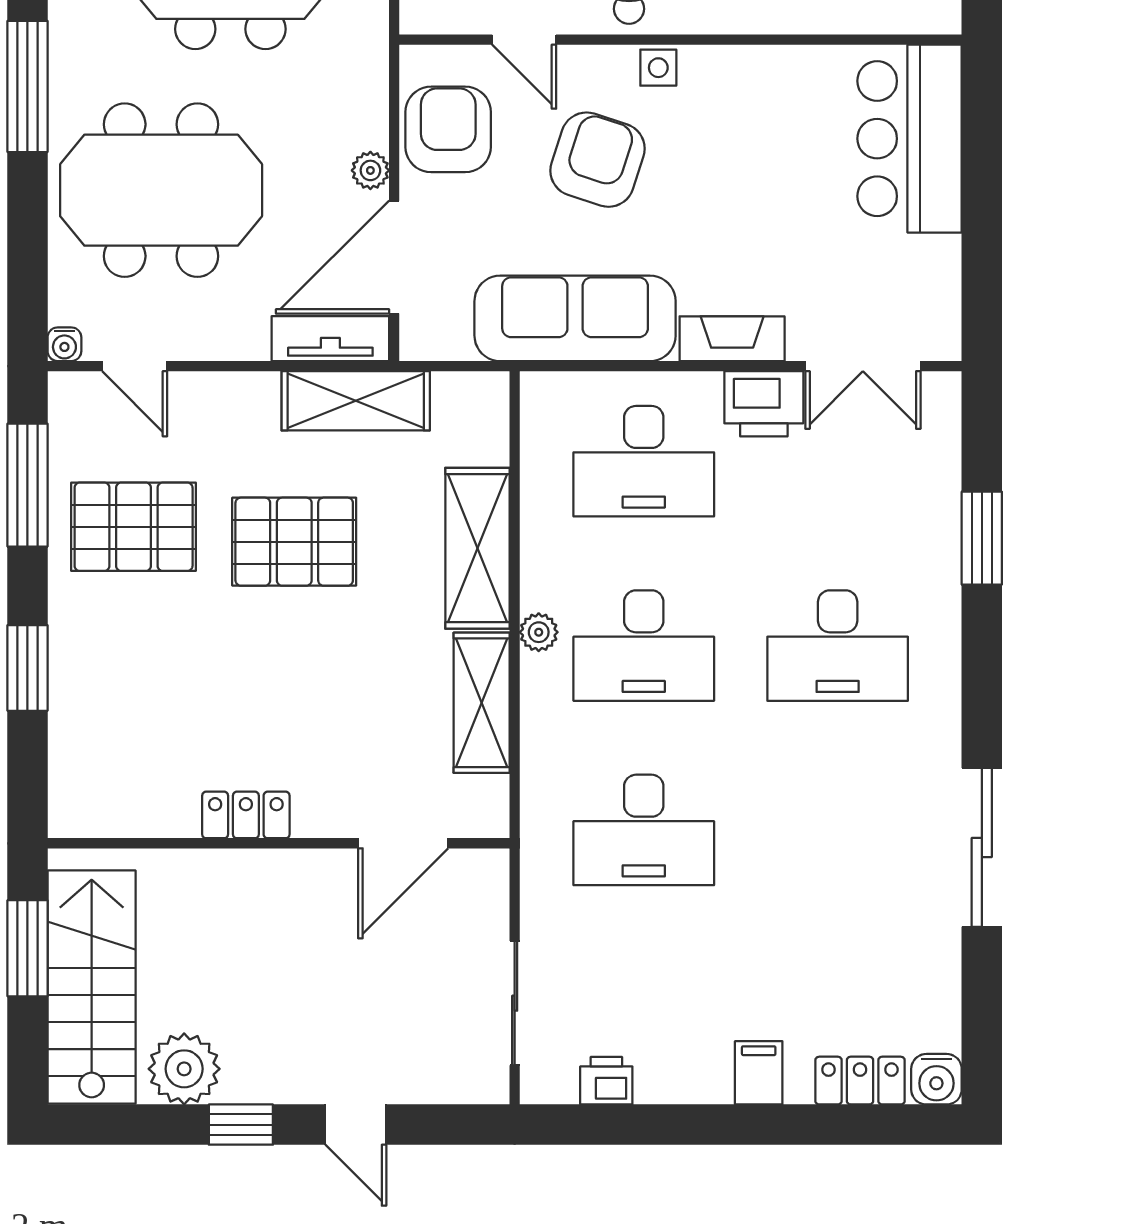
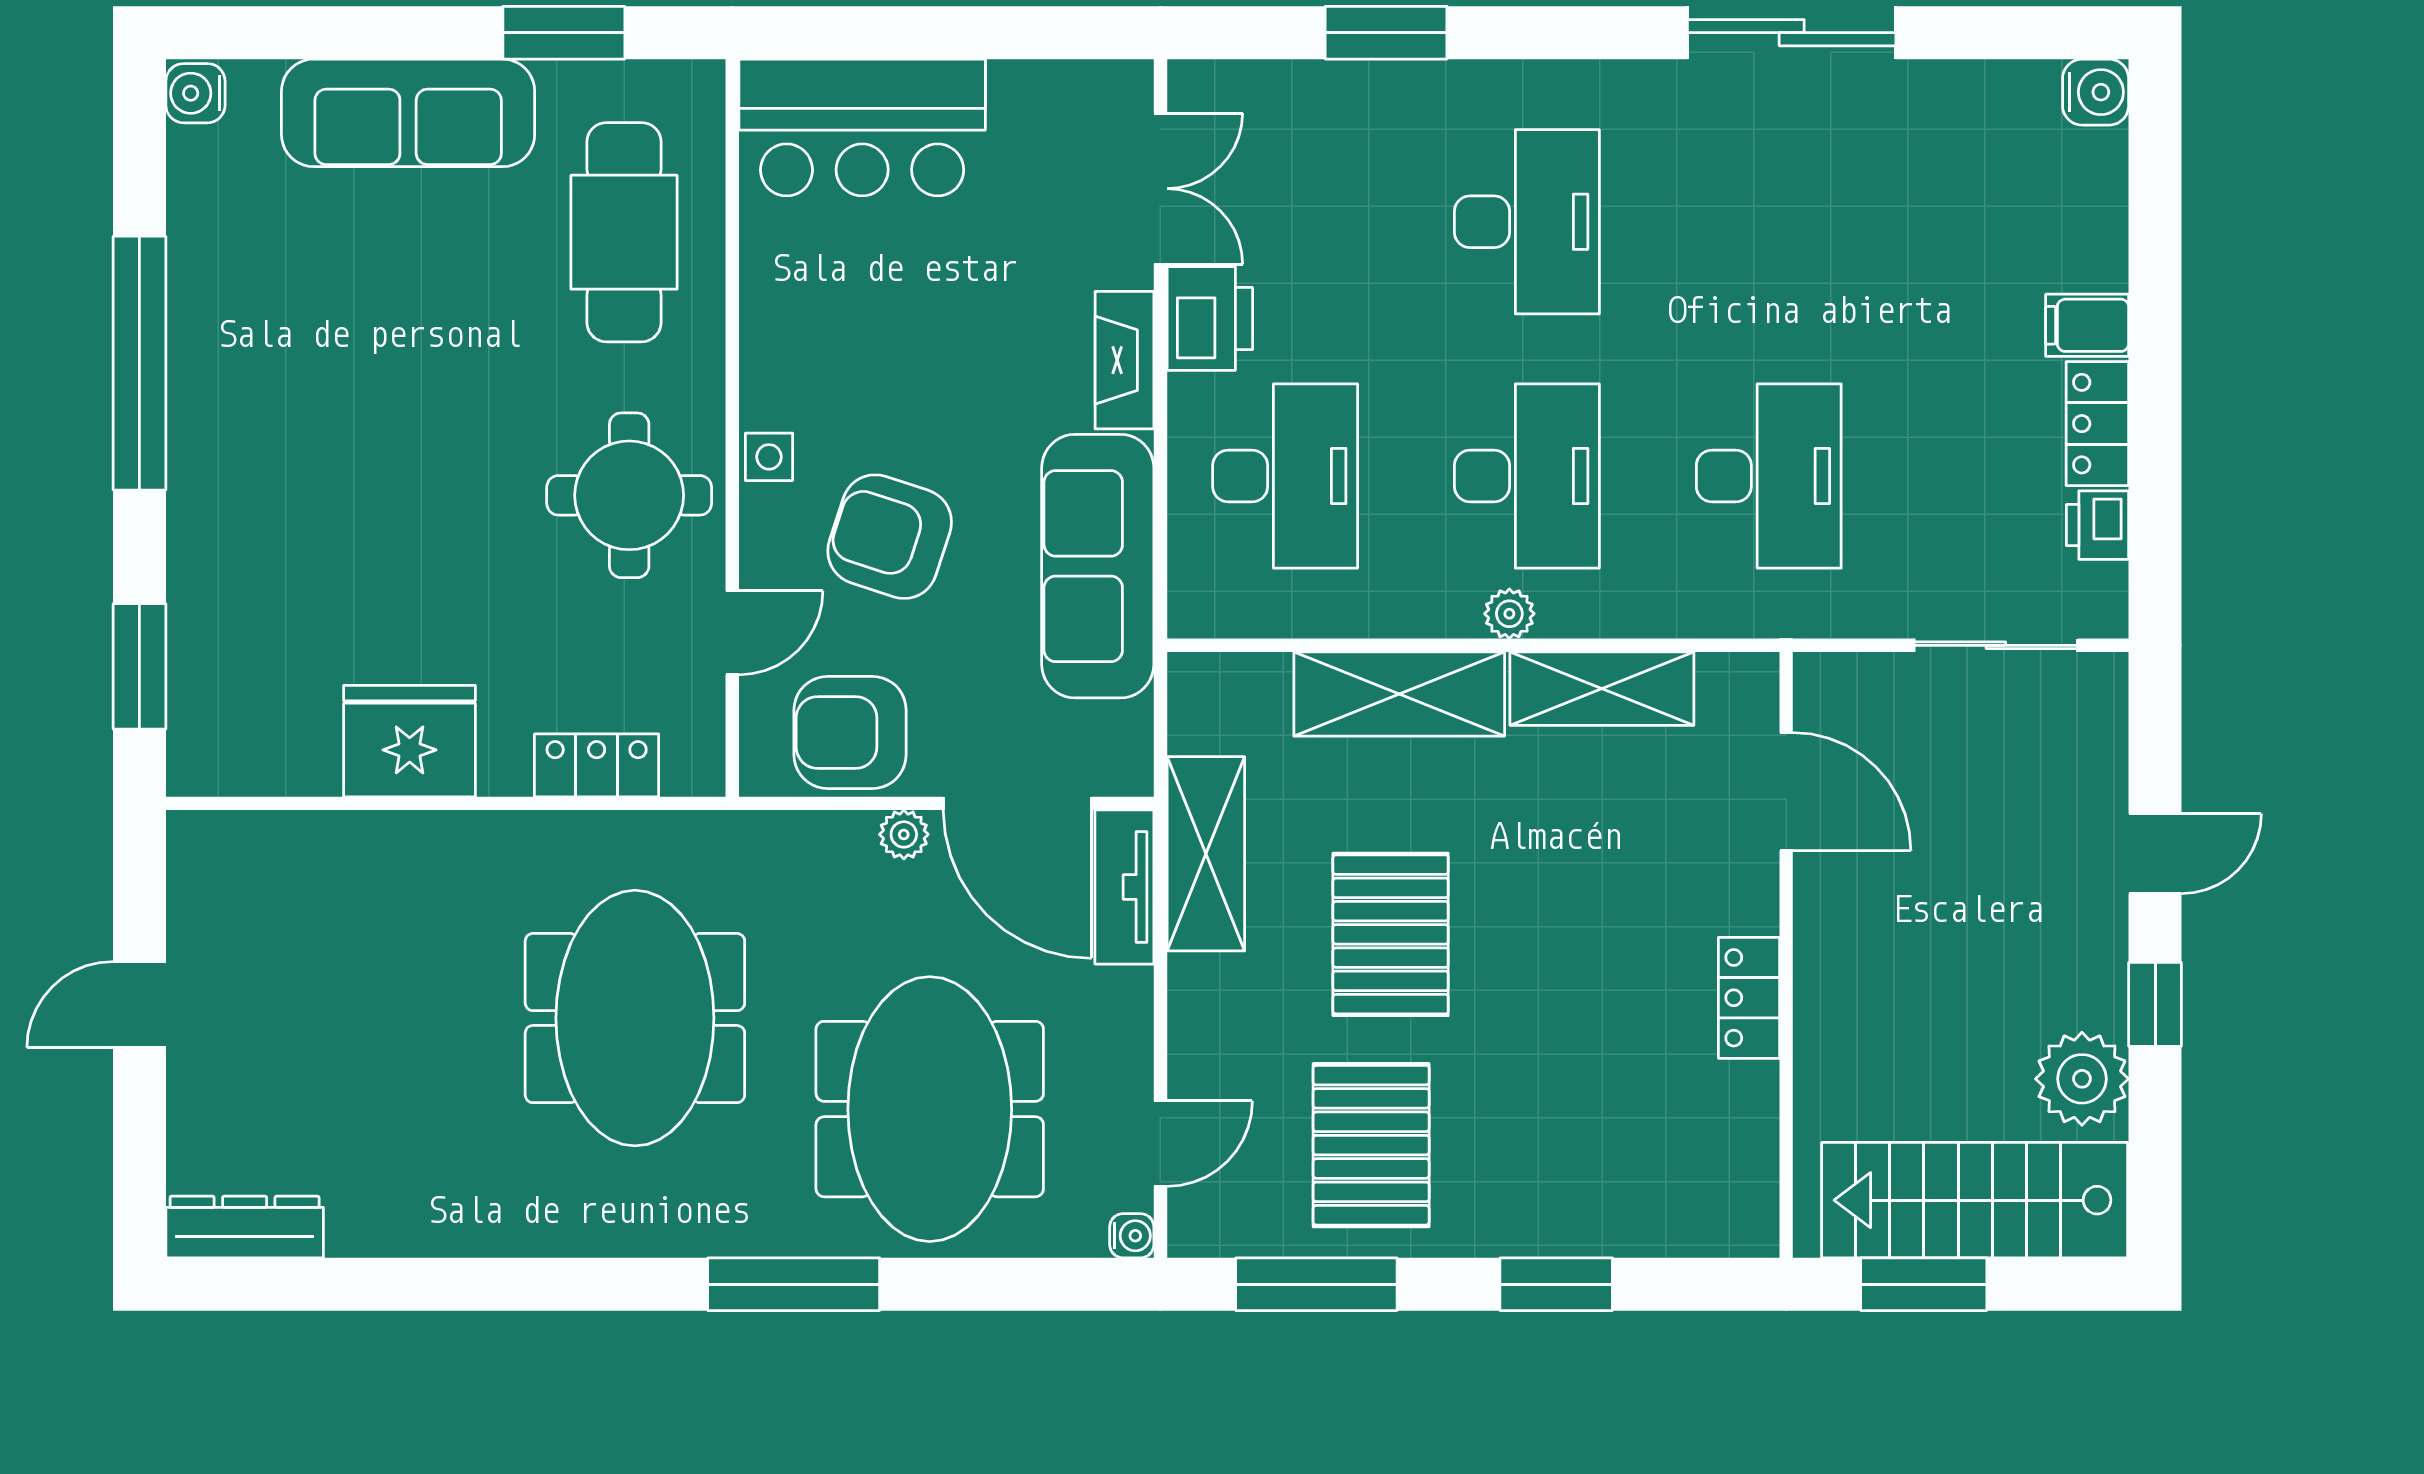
locker: (860, 1081) -> (2097, 424), moved

